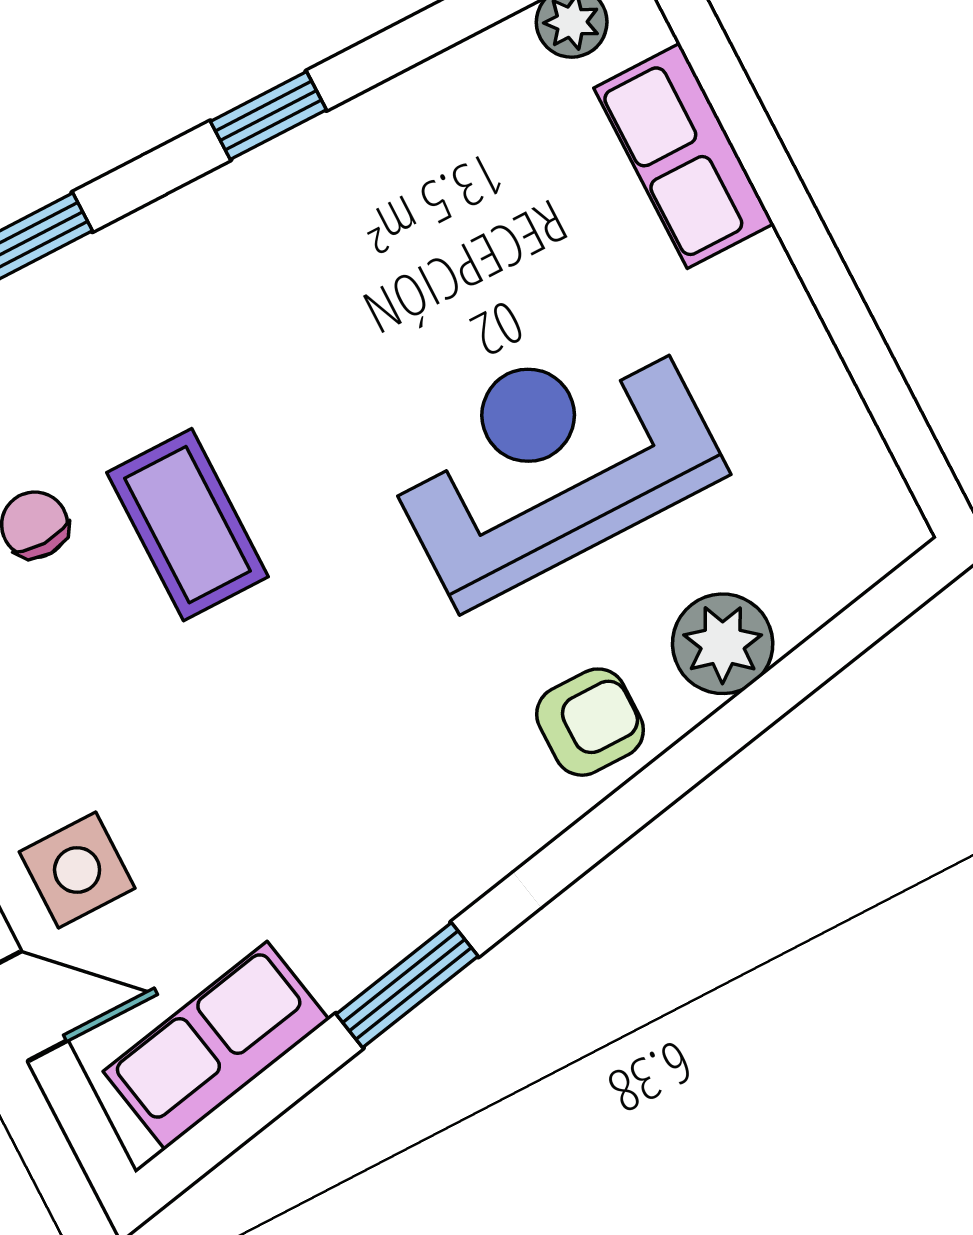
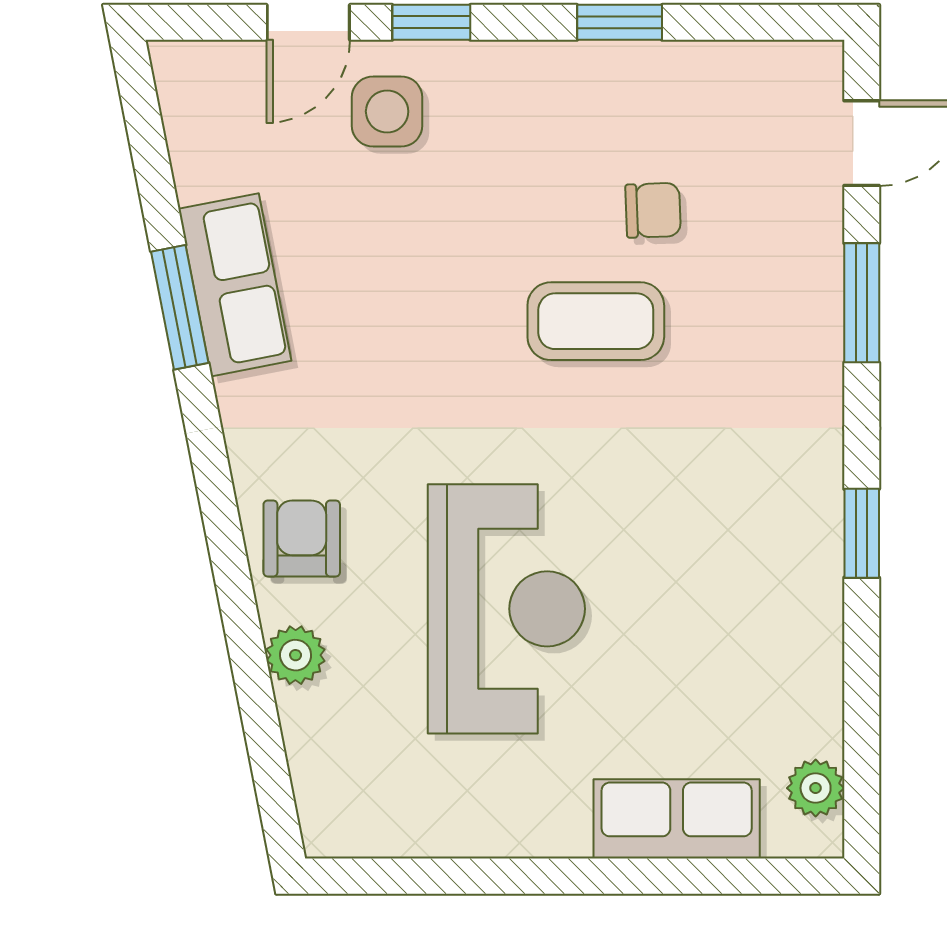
plant: (723, 644) -> (296, 655), width x0.73, depth x0.73
armchair: (590, 722) -> (302, 539), turned 180
row of seats: (216, 1045) -> (235, 285), moved

